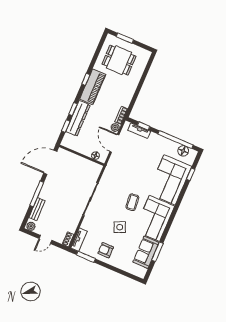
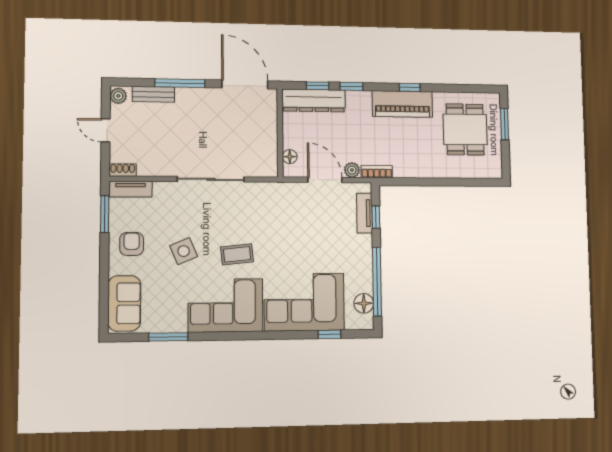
dresser: (78, 118) -> (314, 101), moved
door: (114, 143) -> (325, 180), hinge flipped
sofa: (146, 252) -> (124, 303), moved, turned 90

